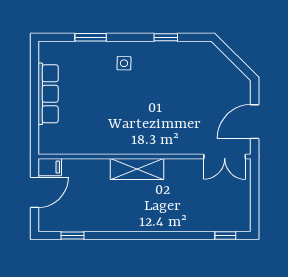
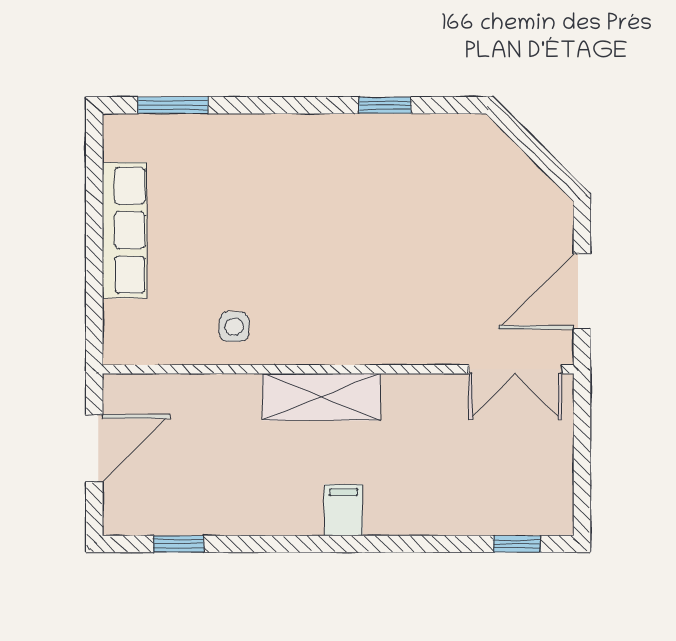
window: (91, 37) -> (173, 105), moved
side table: (124, 63) -> (234, 327), moved
filing cabinet: (50, 167) -> (343, 510), moved, turned -90

